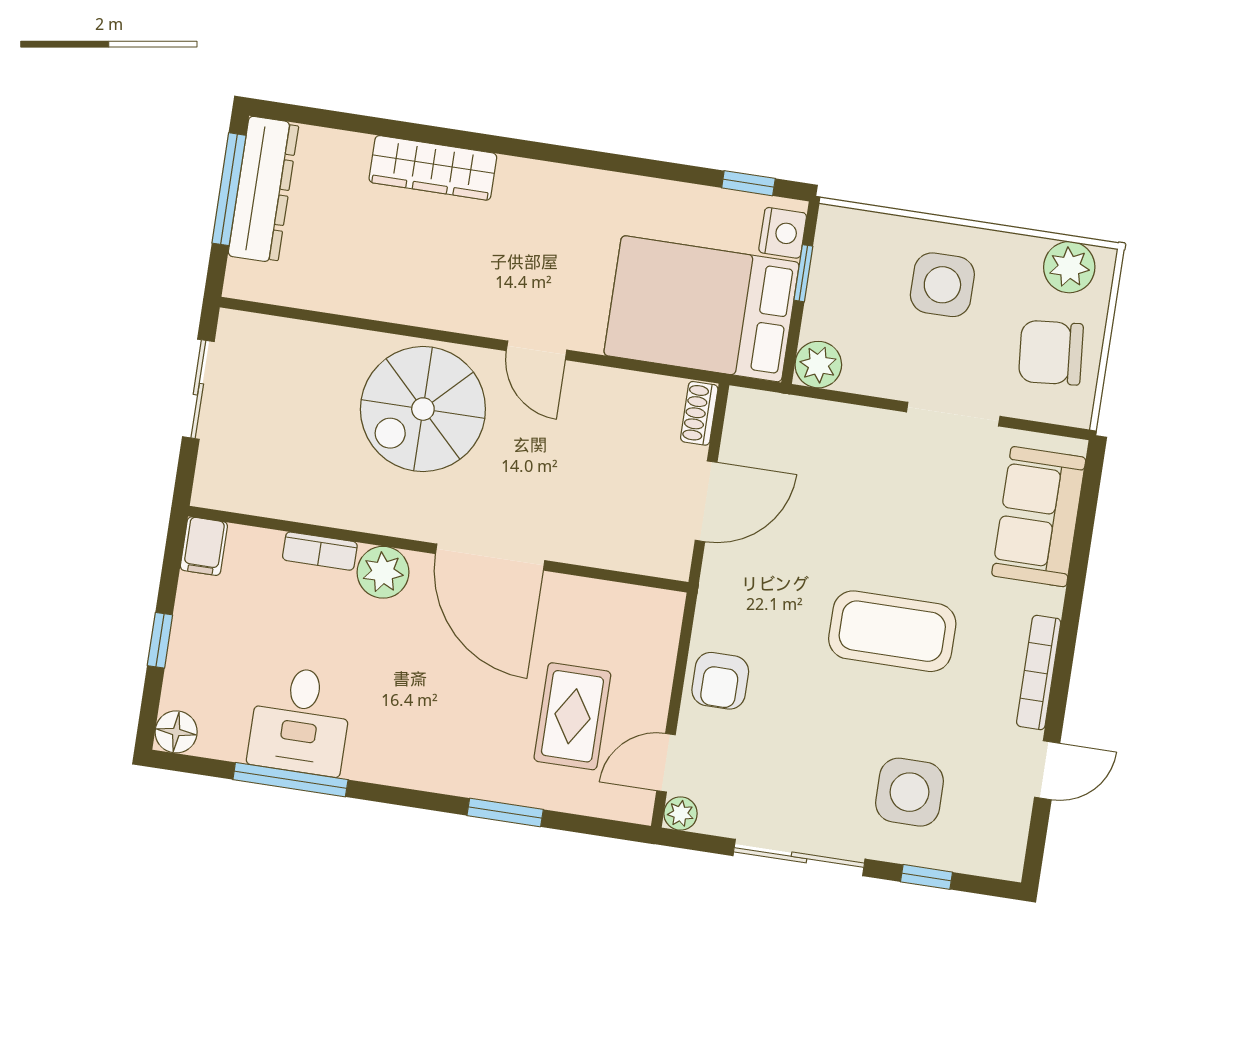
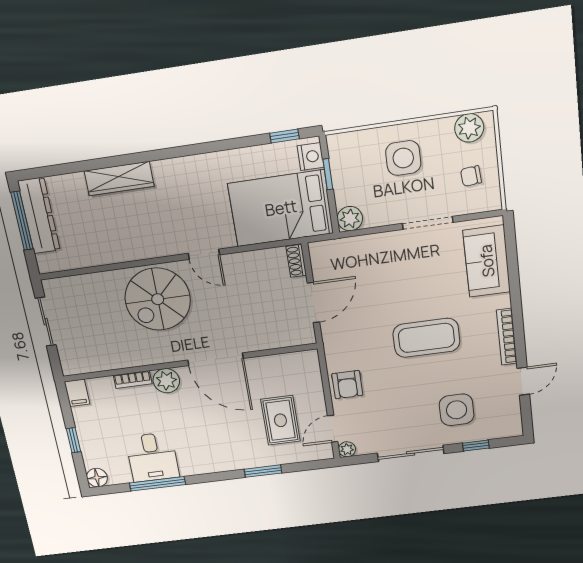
chair: (1051, 353) -> (471, 176), width x0.54, depth x0.54

